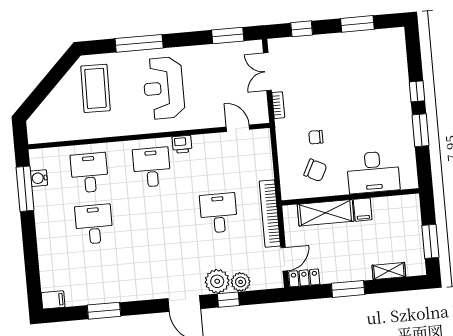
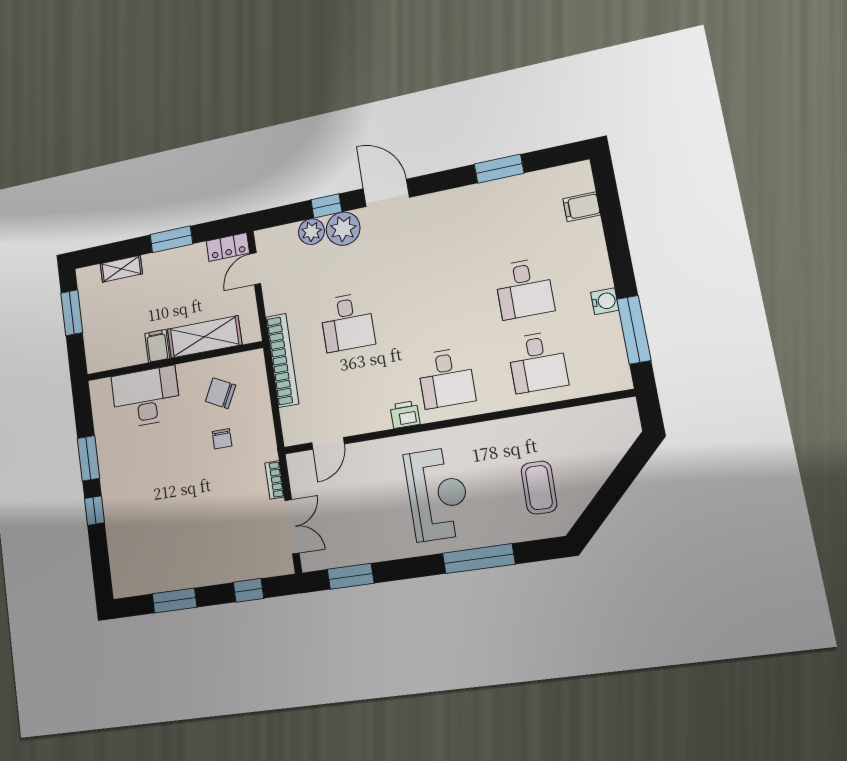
coffee table: (95, 88) -> (539, 488), width x0.73, depth x0.76
door: (238, 128) -> (328, 443), hinge flipped
chair: (316, 137) -> (222, 439), turned 90
water cooler: (39, 178) -> (605, 301), moved
bookcase: (270, 214) -> (282, 360), moved
filing cabinet: (53, 300) -> (582, 207), moved

